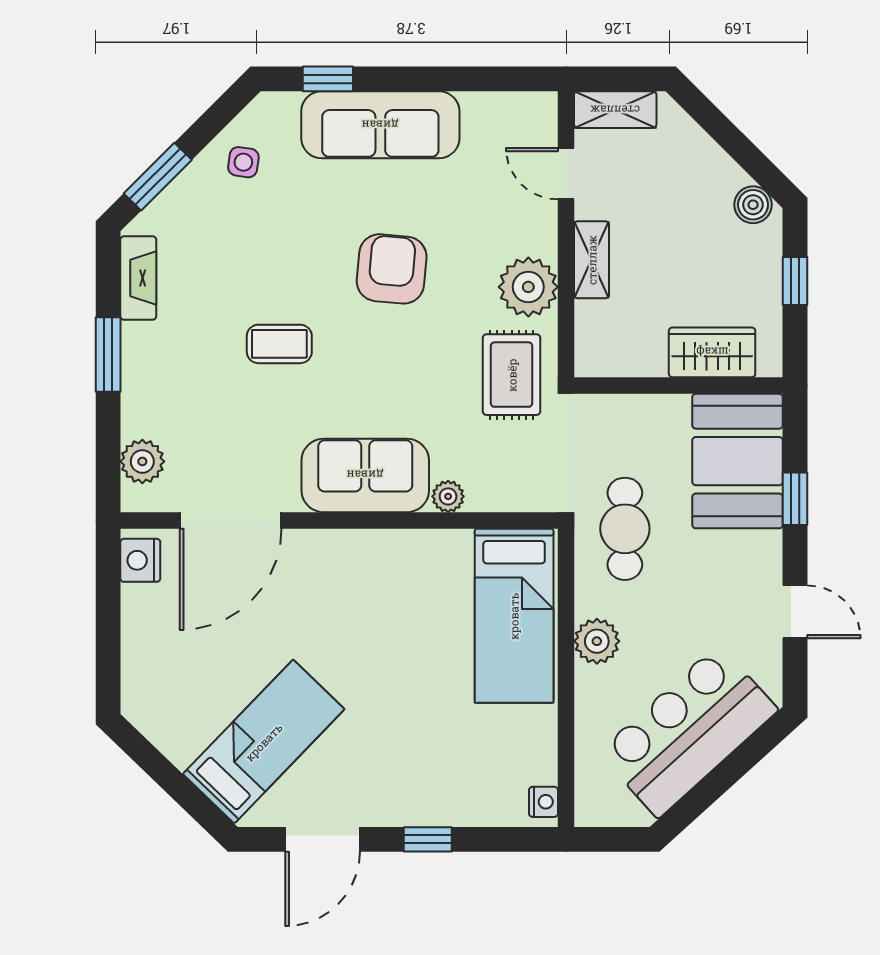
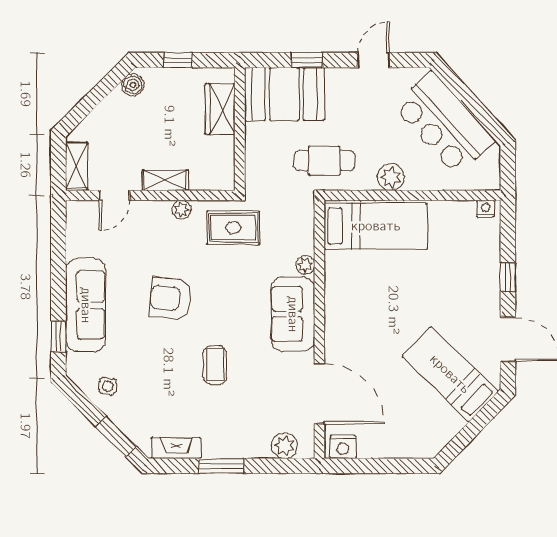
plant: (528, 287) -> (181, 210), width x0.53, depth x0.53

